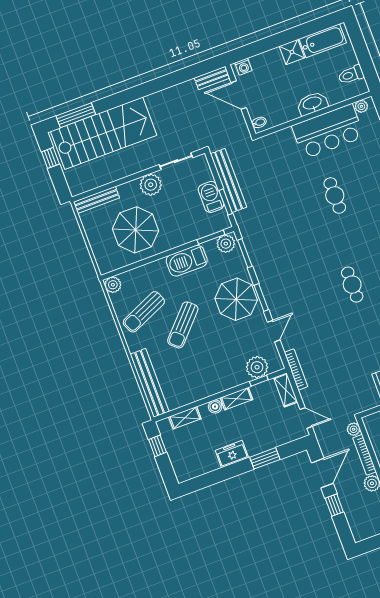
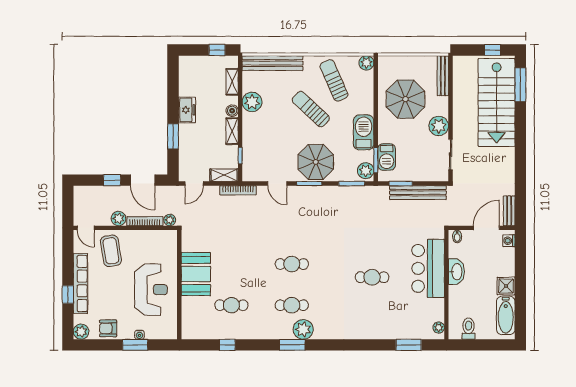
washbasin: (312, 103) -> (456, 272), moved
bar counter: (328, 131) -> (428, 268), moved
barbecue: (211, 197) -> (387, 157), moved, turned 90
plant: (257, 367) -> (252, 102), moved

